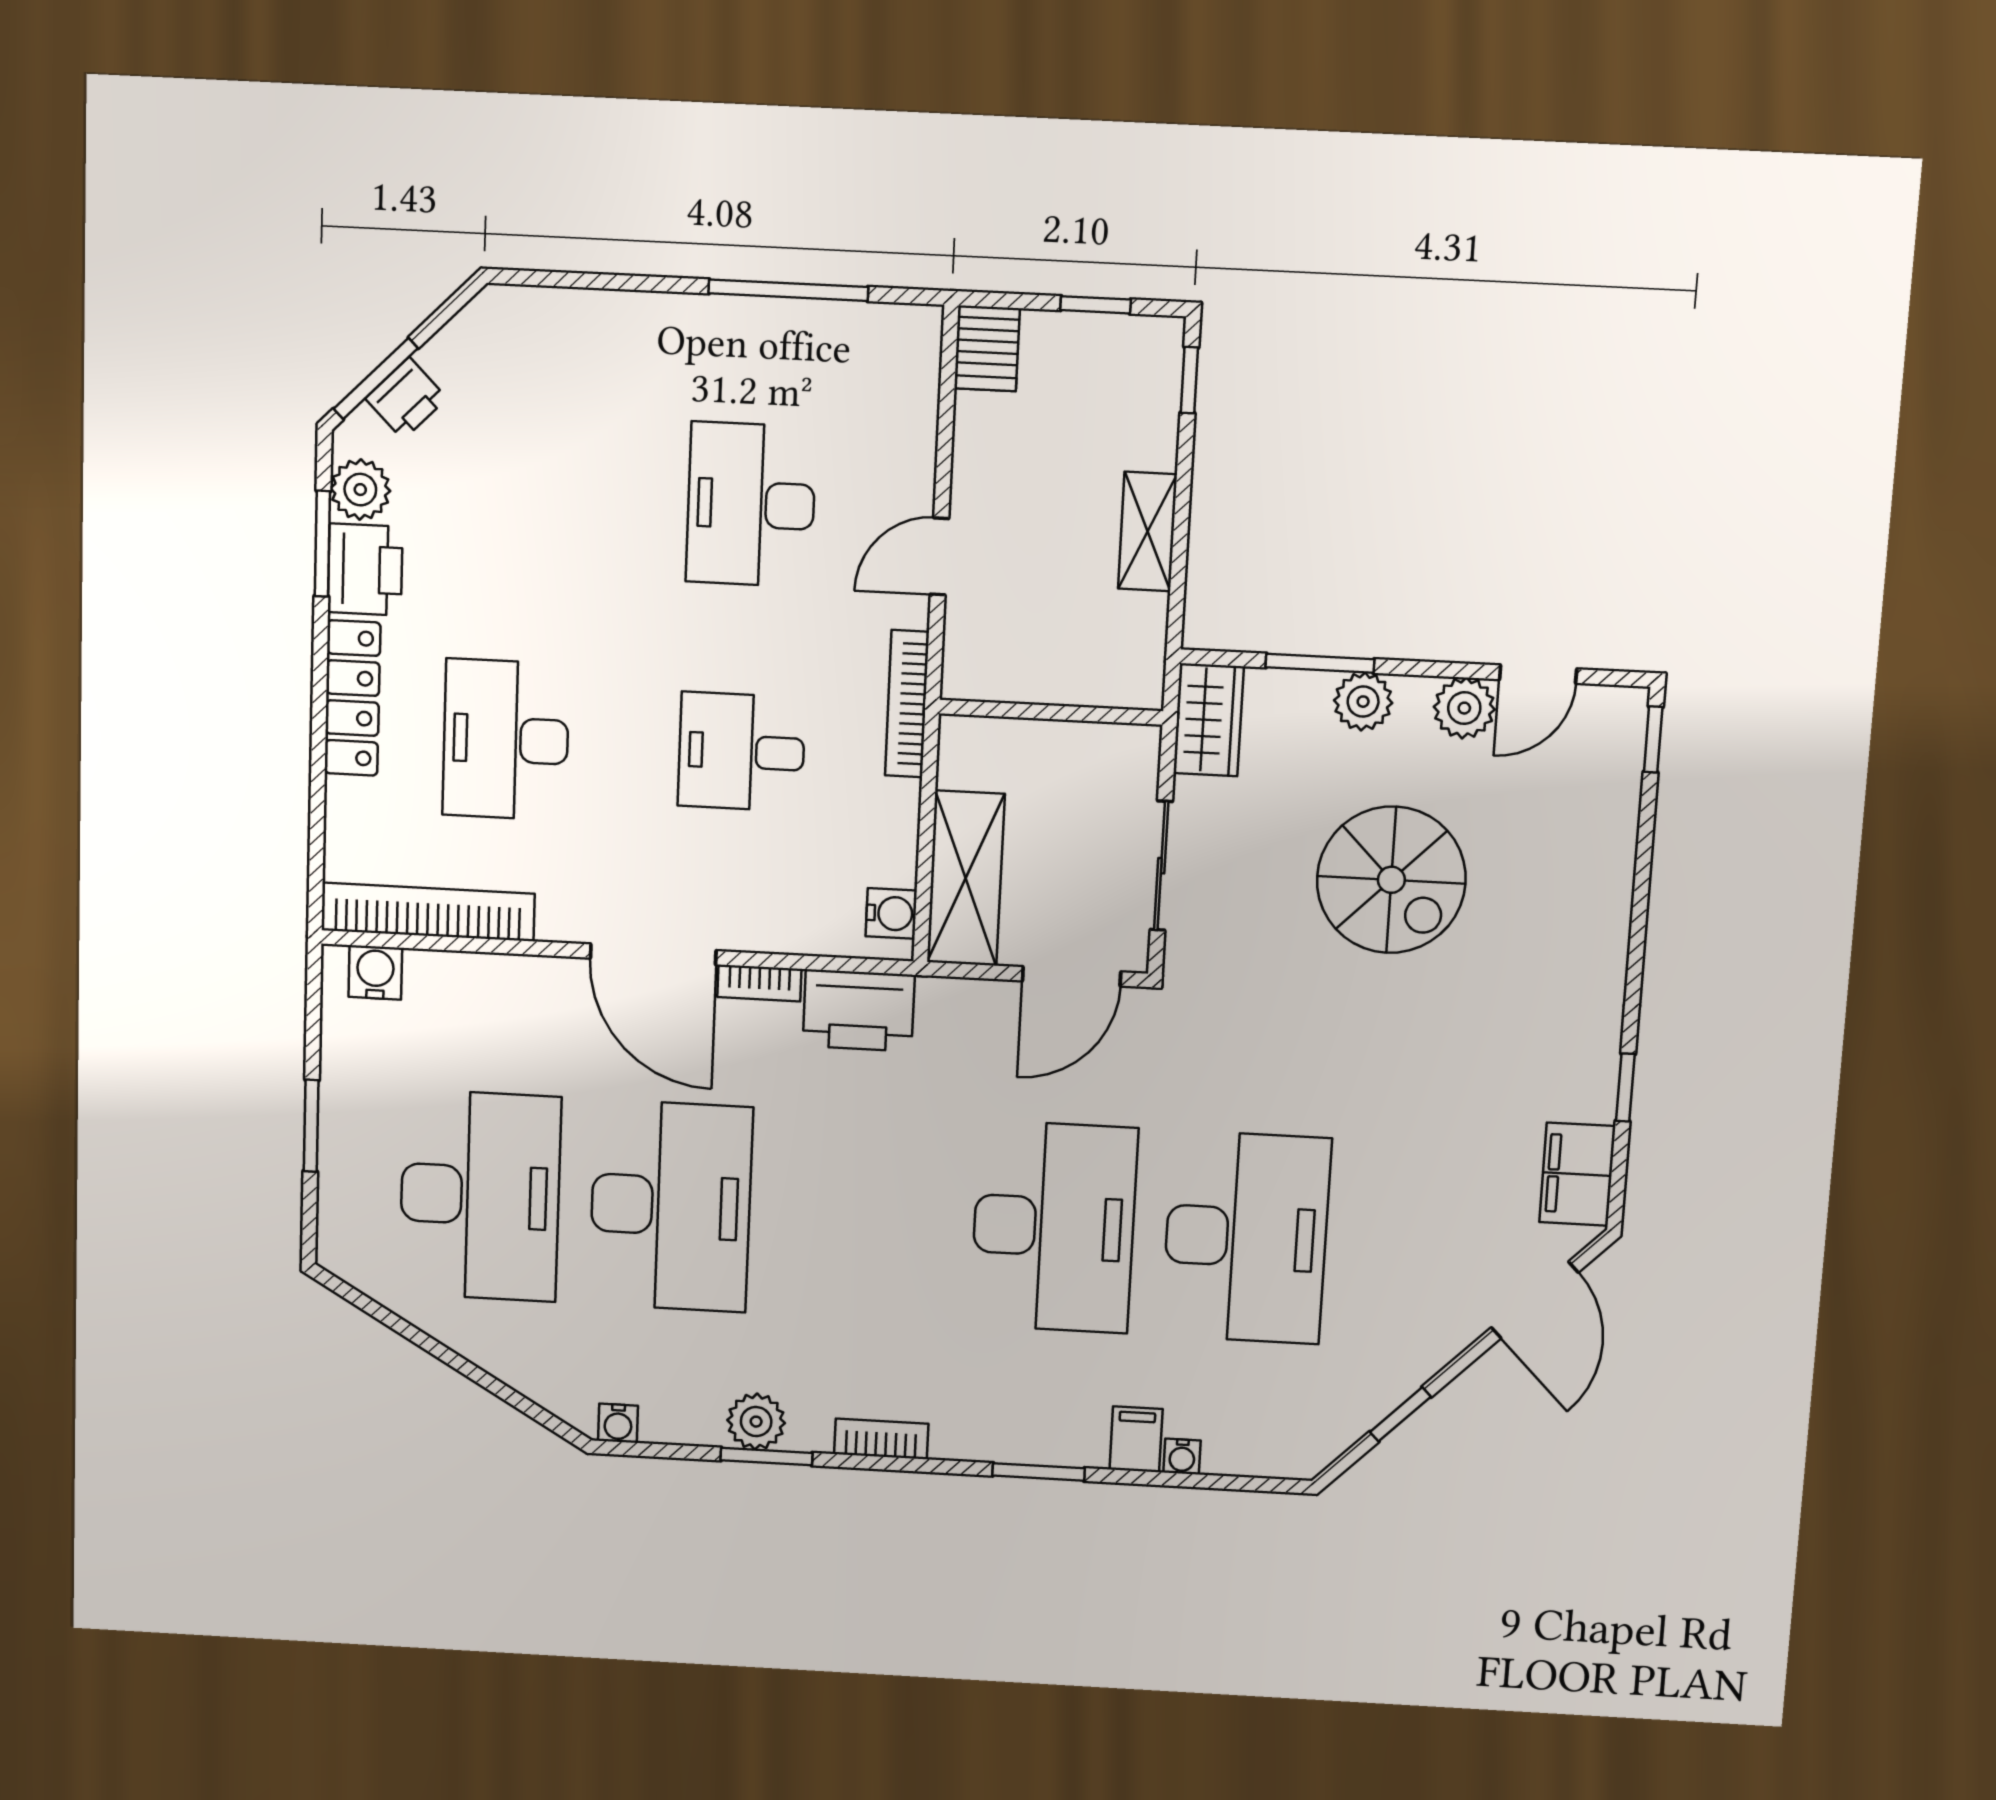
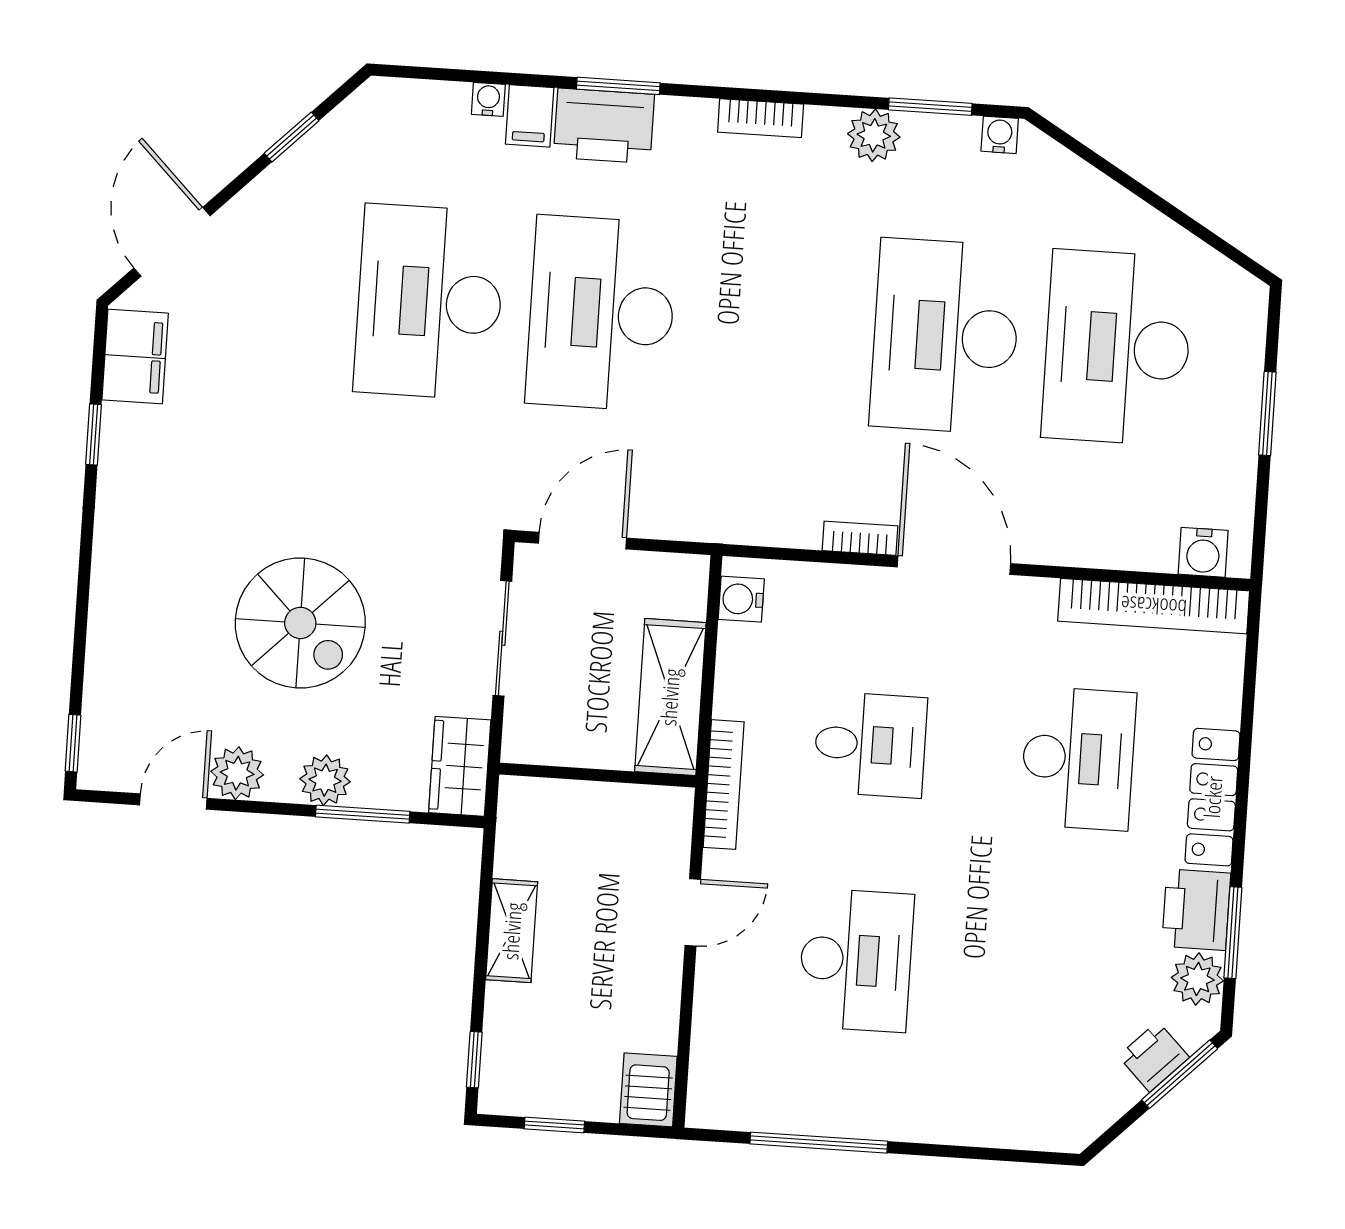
shelving: (966, 878) -> (670, 697), moved
spiral stairs: (1391, 880) -> (300, 623), turned 180
printer: (859, 1010) -> (604, 126), moved, turned 180
window: (767, 1457) -> (930, 107), moved

